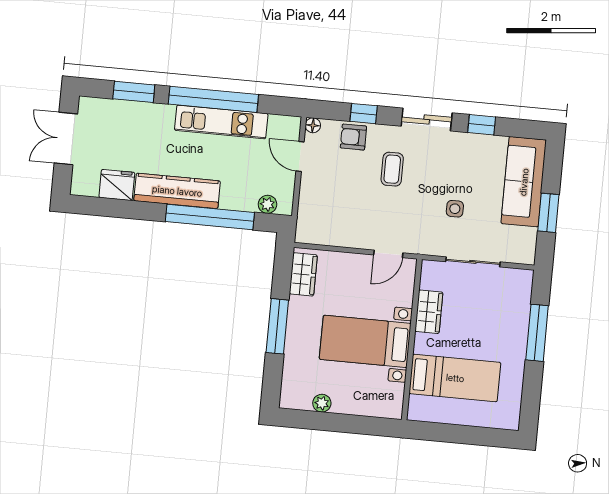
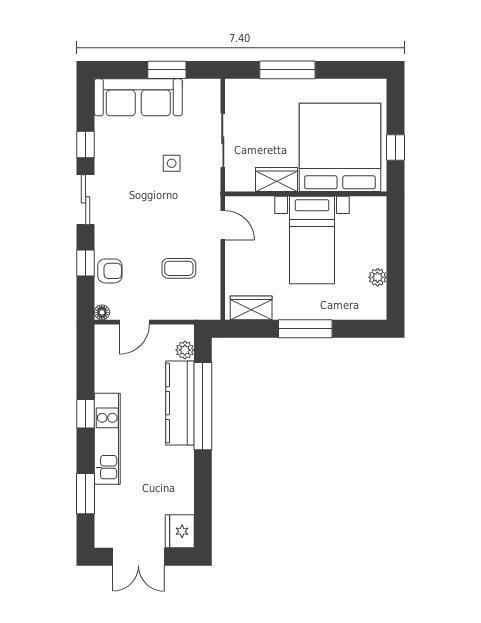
window: (213, 99) -> (86, 414), width x0.32
kitchen unit: (221, 122) -> (107, 439), moved
armchair: (353, 137) -> (110, 271), turned -90
coffee table: (392, 169) -> (179, 268), moved
fridge: (117, 185) -> (180, 531), moved
kitchen counter: (177, 191) -> (180, 403), moved
bed: (455, 378) -> (340, 147), width x2.04
window: (449, 433) -> (395, 148), added

